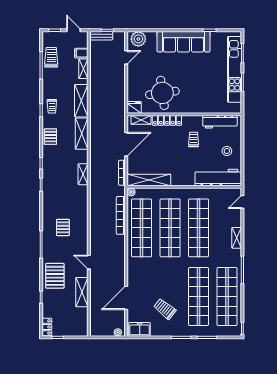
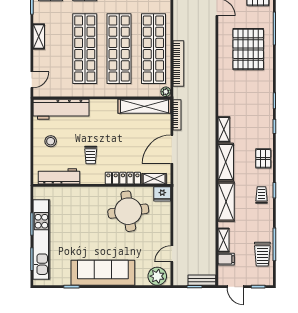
shelving: (83, 174) -> (224, 129), moved
pallet: (63, 227) -> (248, 49), width x2.05, depth x2.00

